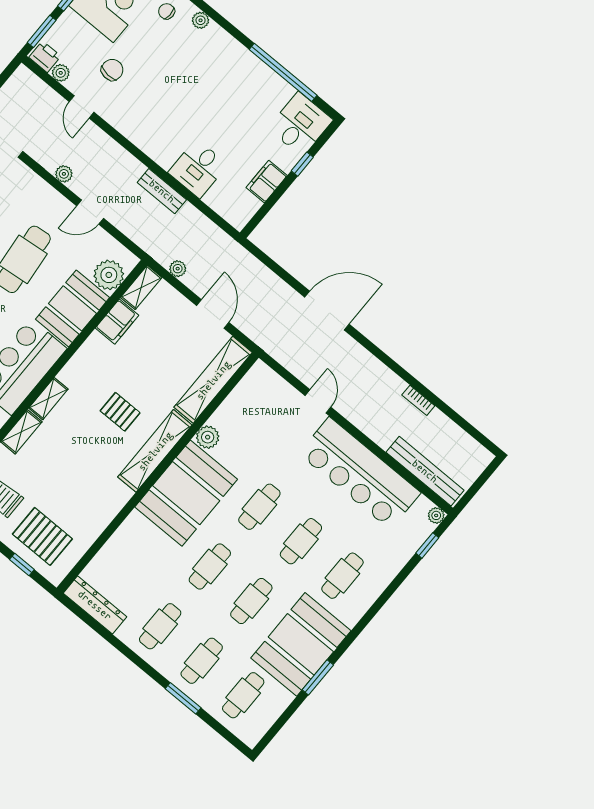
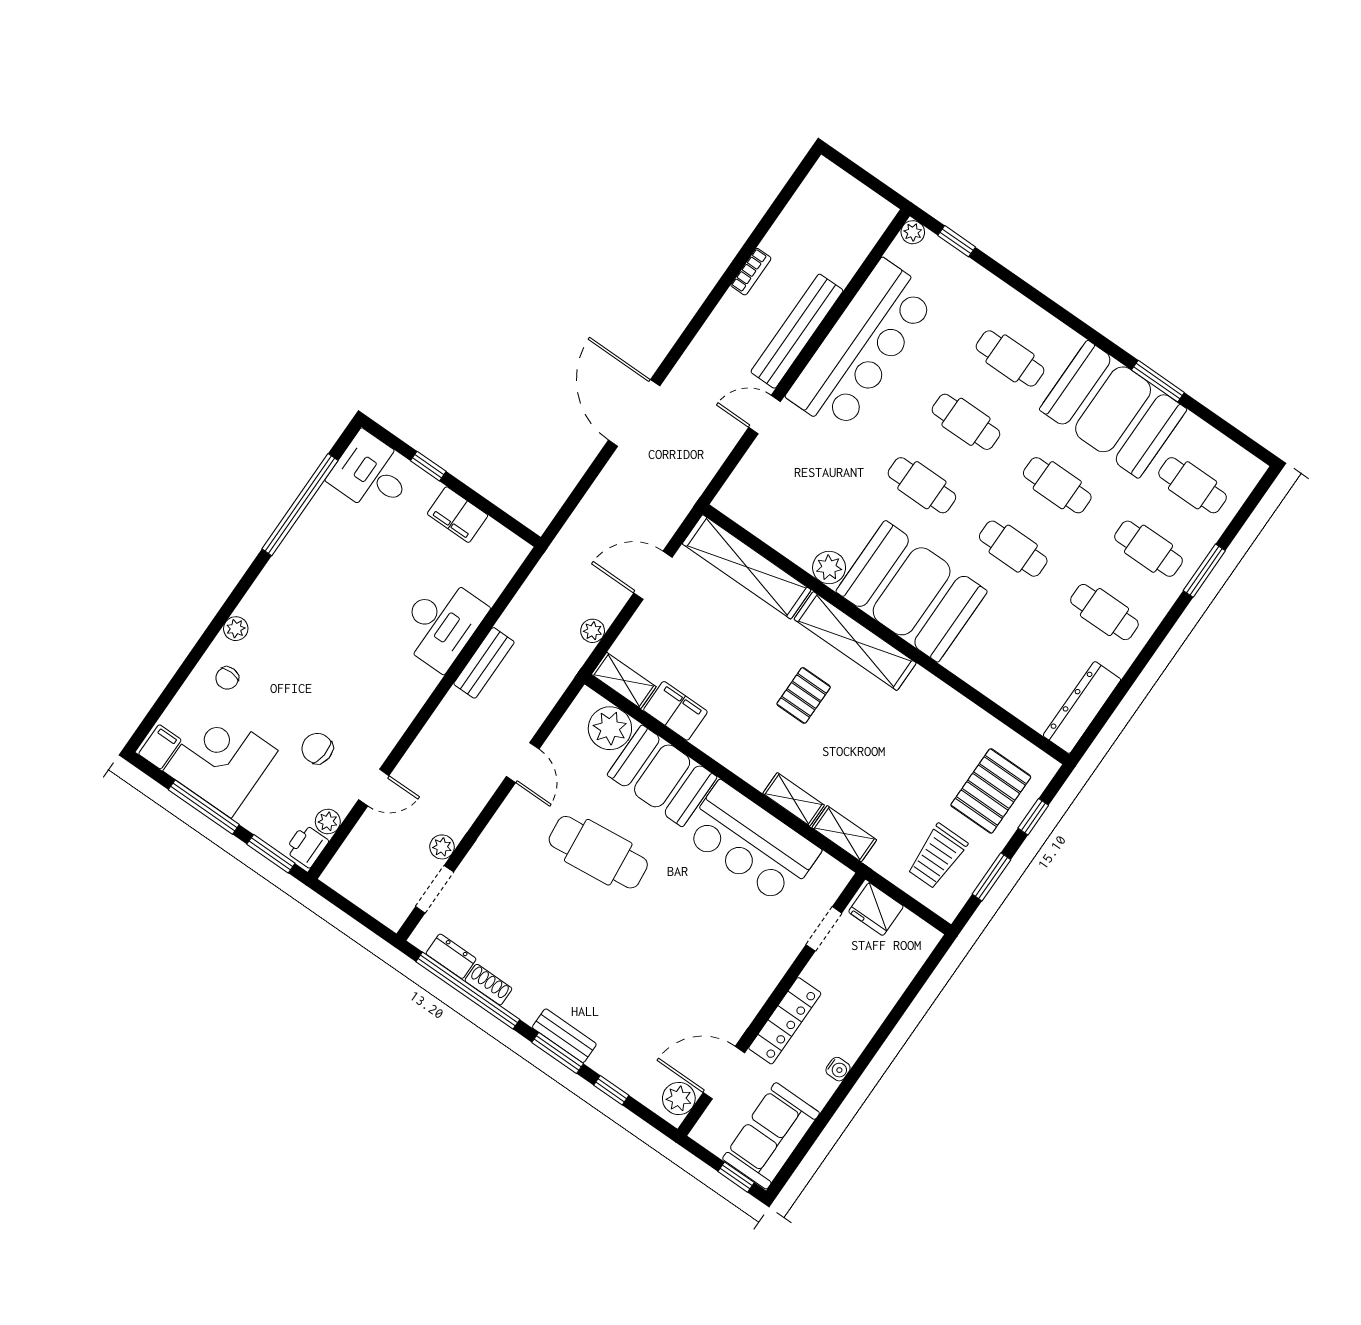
desk: (198, 169) -> (441, 623), width x1.37
plant: (64, 174) -> (442, 847), moved
bench: (425, 471) -> (797, 331), moved

